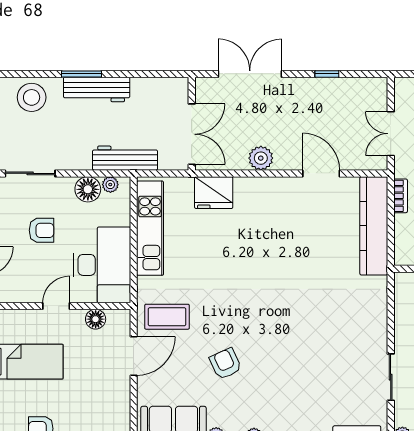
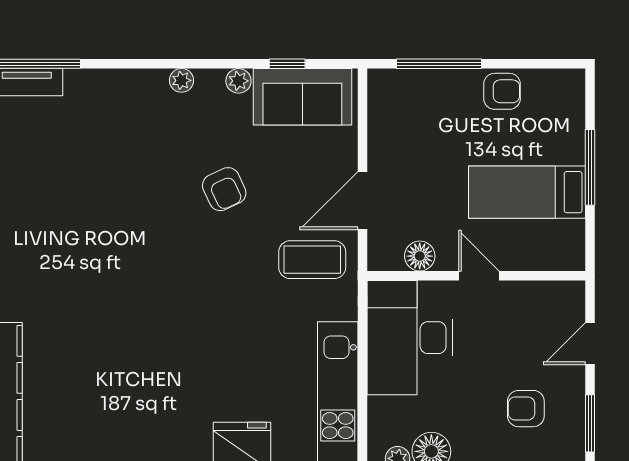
armchair: (41, 230) -> (526, 409), moved
door: (56, 306) -> (479, 276), swing flipped

